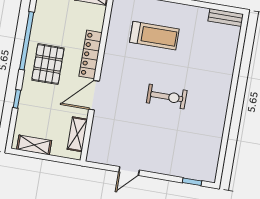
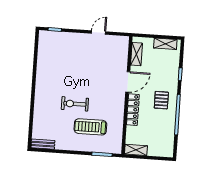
pallet: (48, 64) -> (161, 100), width x0.67, depth x0.71
exercise bike: (167, 97) -> (75, 104), moved

